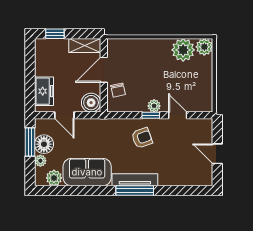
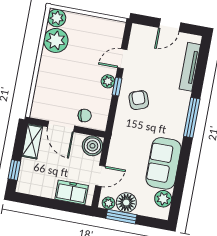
plant: (40, 161) -> (109, 203), moved
tv unit: (135, 180) -> (190, 67), moved

